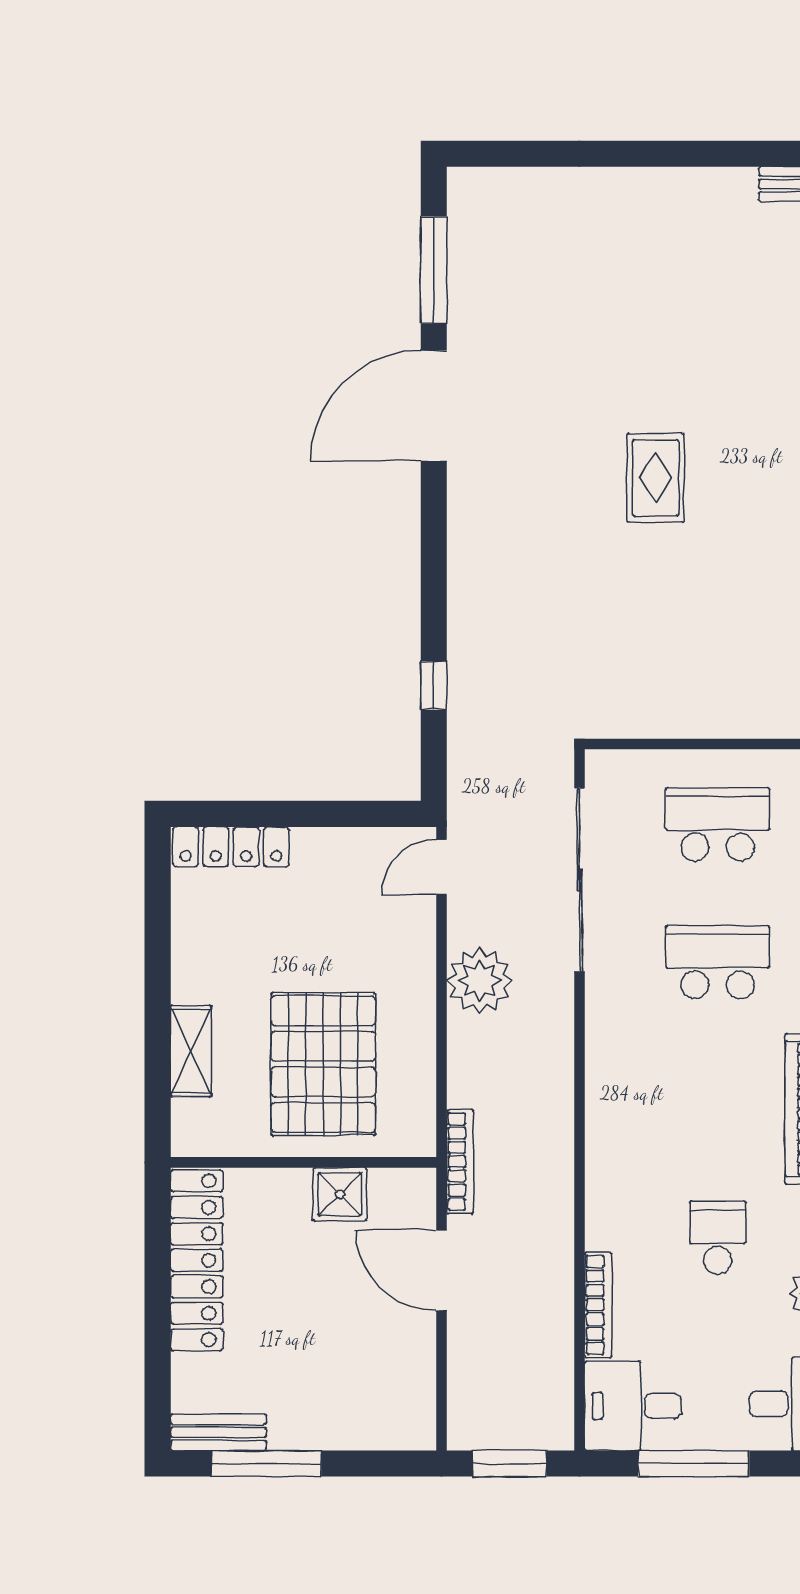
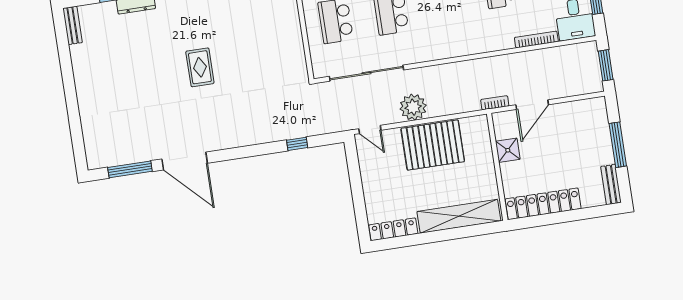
rug: (656, 478) -> (200, 67), turned 90
locker: (231, 847) -> (393, 229), moved, turned -90
shelving: (191, 1051) -> (459, 216), width x2.20, depth x1.33
pallet: (323, 1064) -> (433, 145), moved
bookcase: (460, 1162) -> (495, 103), width x0.64
window: (266, 1464) -> (618, 145), moved

